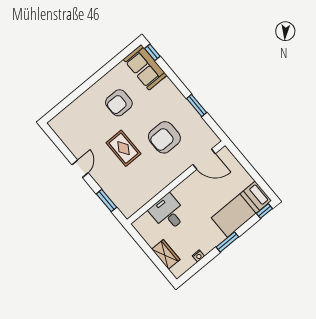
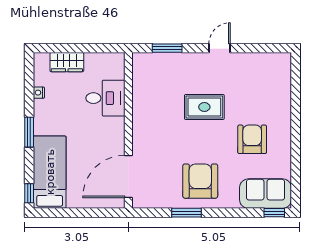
armchair: (164, 137) -> (200, 181), moved
door: (204, 159) -> (128, 177), width x1.36
door: (80, 169) -> (220, 48), swing flipped

